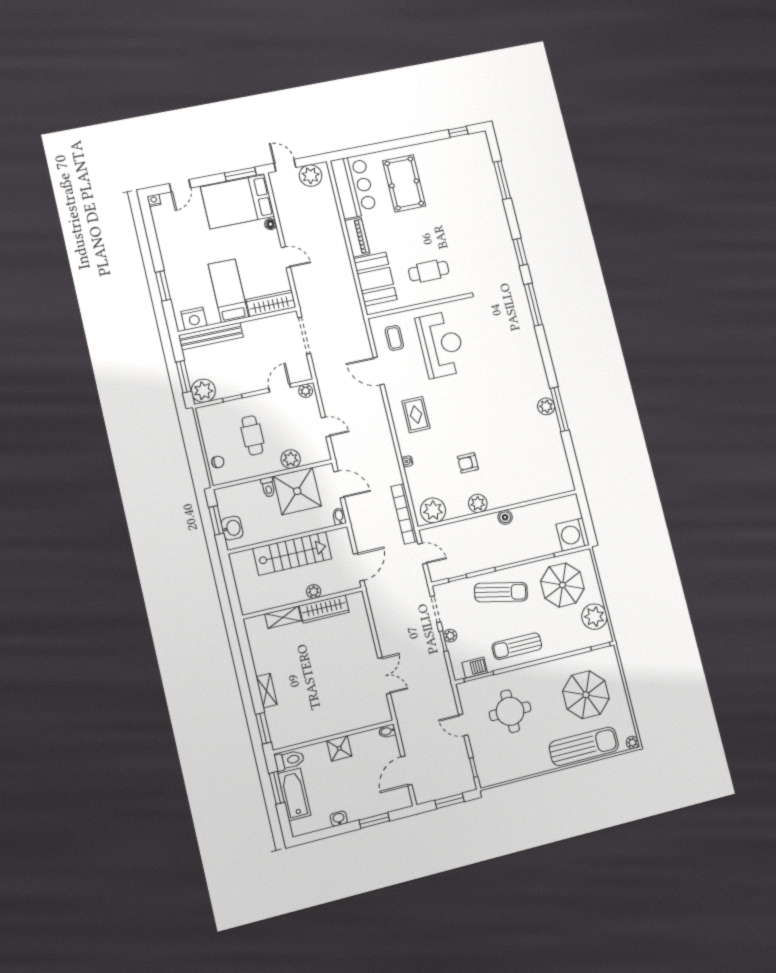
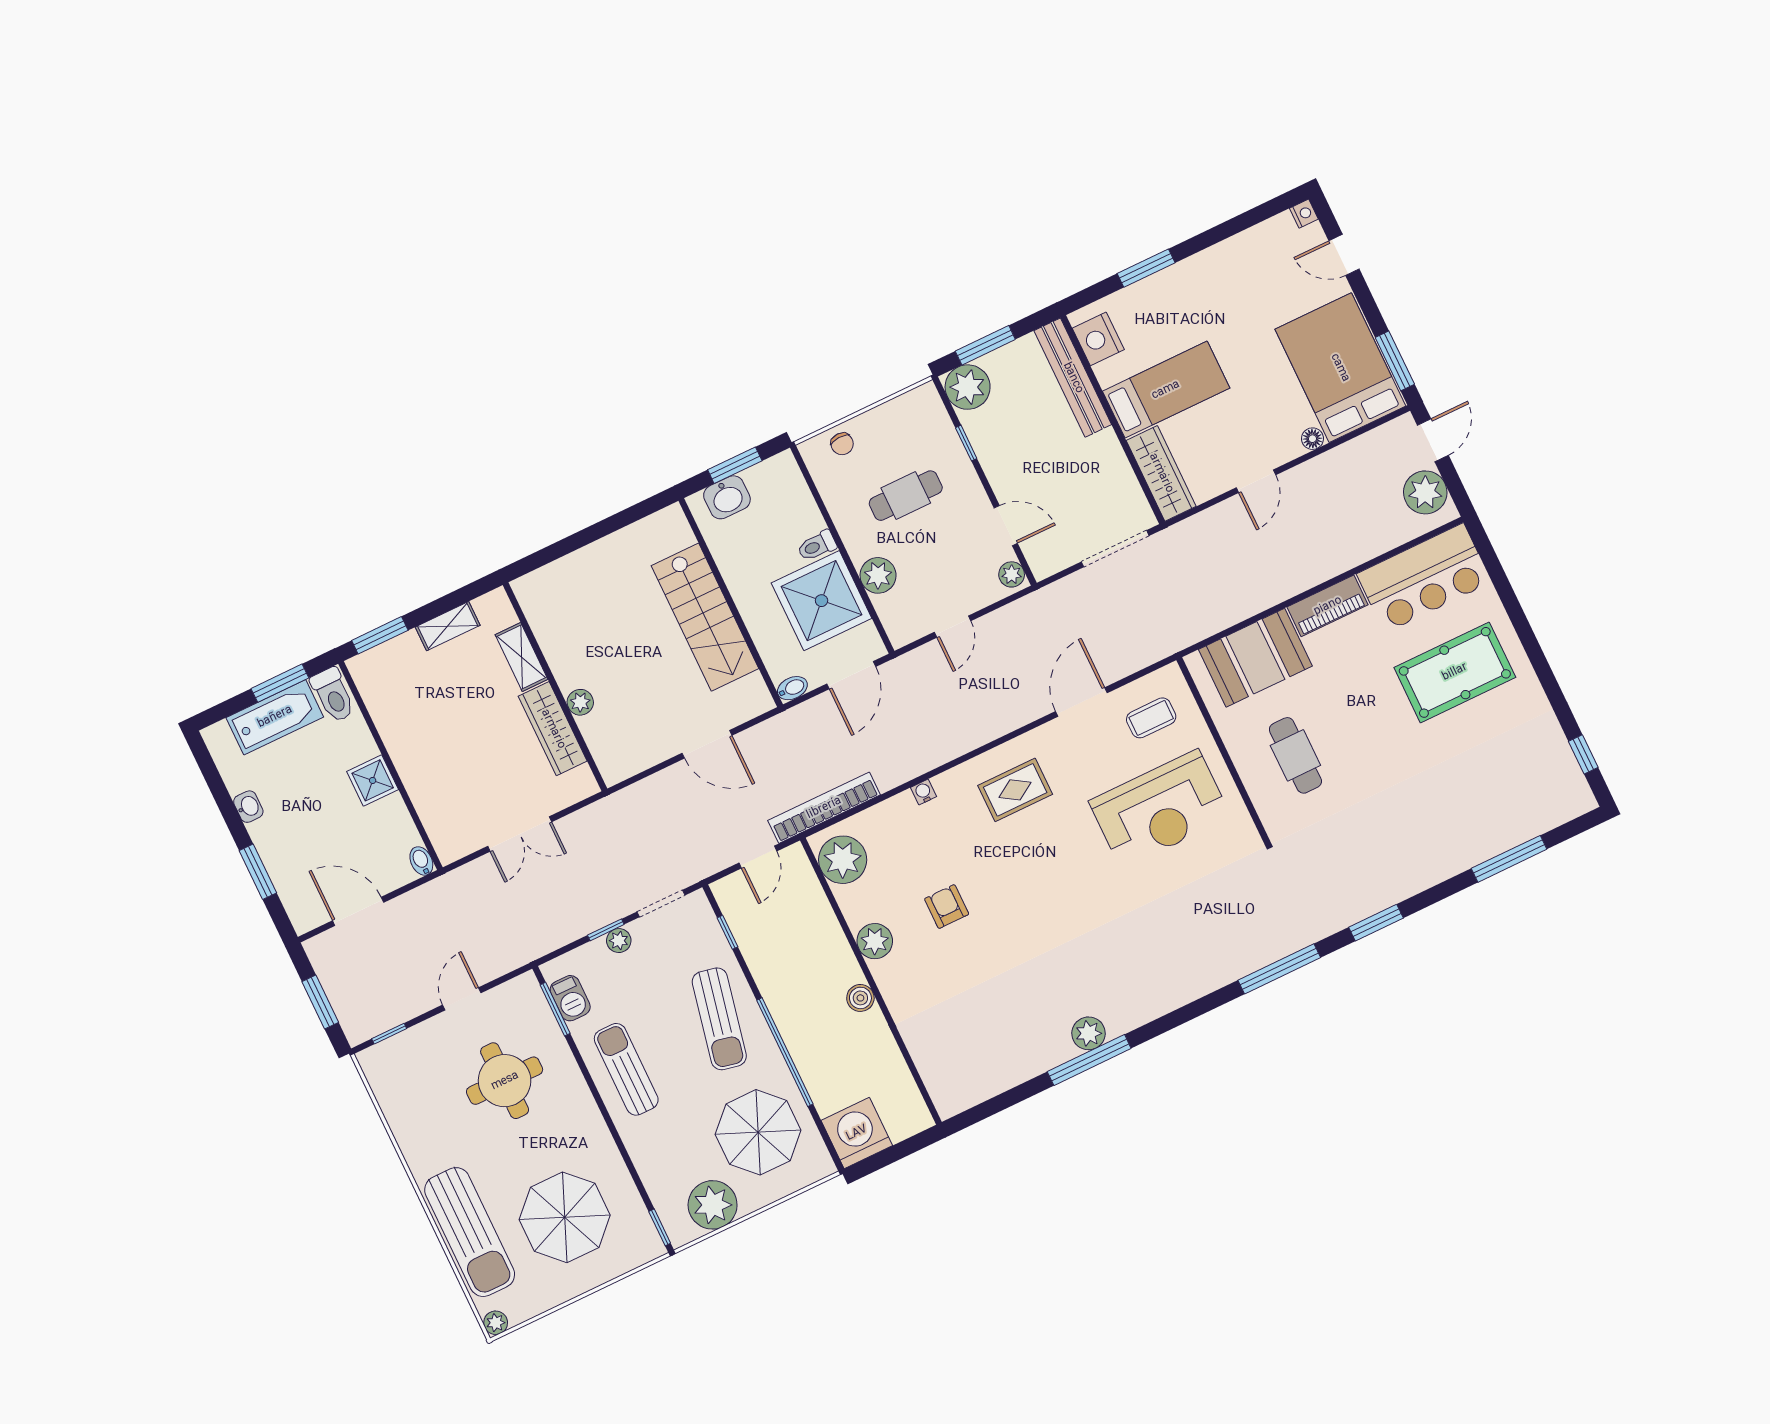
plant: (314, 592) -> (580, 702), moved
wall: (303, 603) -> (555, 687), moved
wardrobe: (324, 609) -> (553, 729), moved
shelving: (283, 617) -> (521, 657), moved

